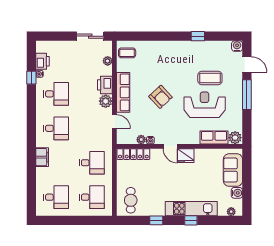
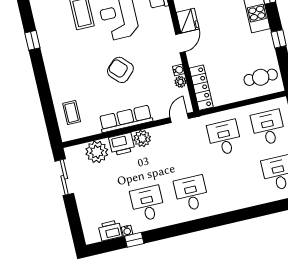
coffee table: (127, 53) -> (72, 113), moved
plant: (108, 61) -> (97, 152), width x1.87, depth x1.87
armchair: (161, 97) -> (120, 70), turned -91
door: (114, 121) -> (179, 118), moved
filing cabinet: (42, 157) -> (232, 203), removed

